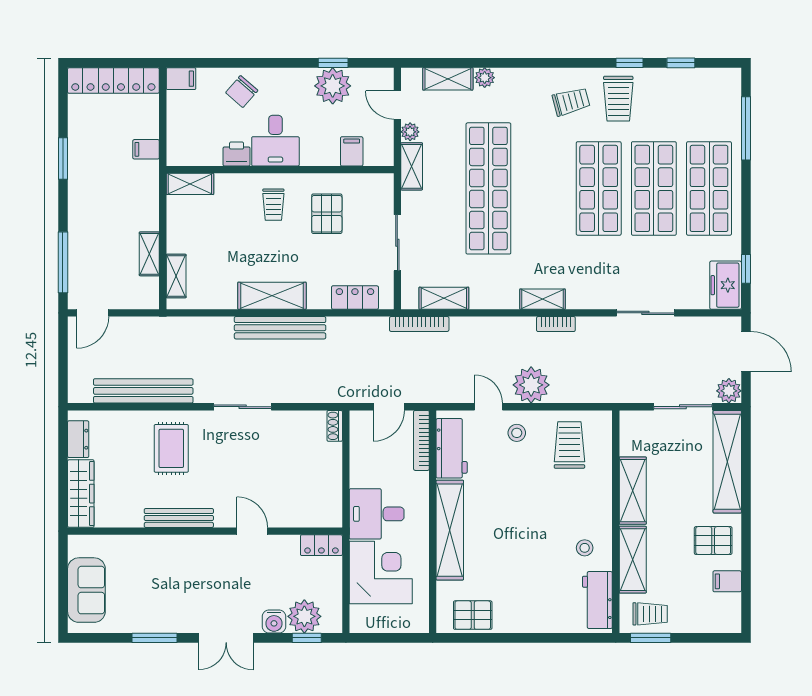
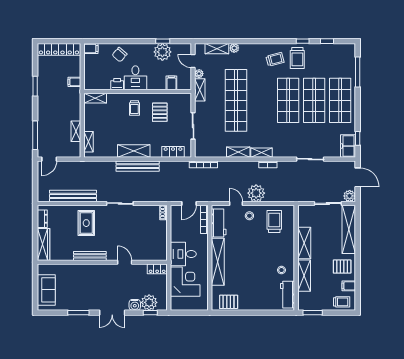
shelving: (444, 298) -> (238, 152), moved
trolley: (650, 614) -> (342, 302), moved

